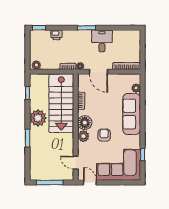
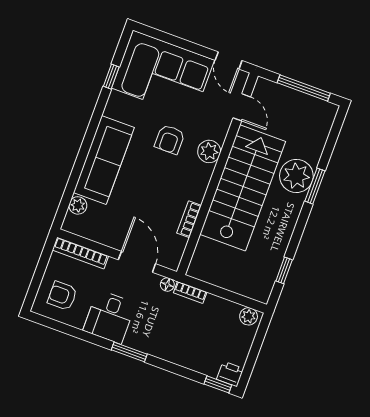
printer: (56, 35) -> (230, 374), moved
armchair: (128, 43) -> (62, 296), added
stairs: (61, 103) -> (243, 188), moved
plant: (38, 118) -> (296, 176), moved
floor lamp: (85, 123) -> (197, 176), removed

